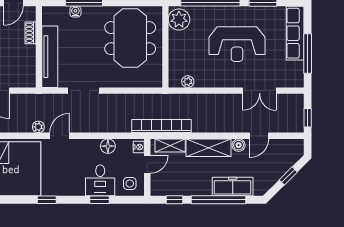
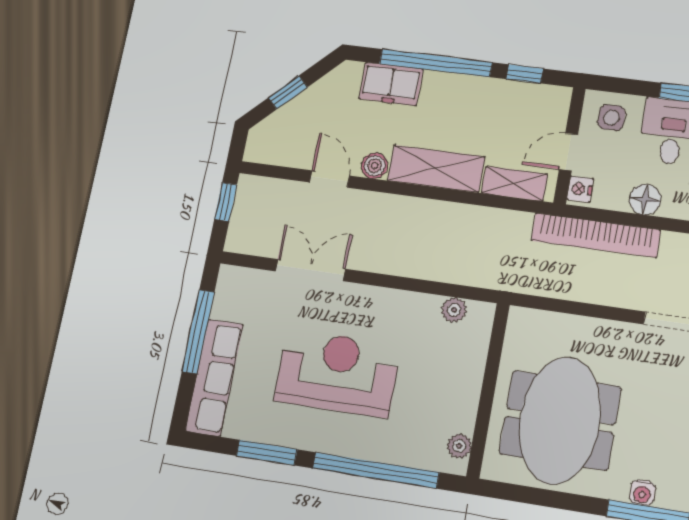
water cooler: (75, 12) -> (642, 493), moved
plant: (179, 19) -> (459, 446), width x0.53, depth x0.53
bookcase: (161, 126) -> (596, 235), moved
door: (259, 136) -> (329, 179), hinge flipped
freezer: (233, 187) -> (391, 84), width x0.71

